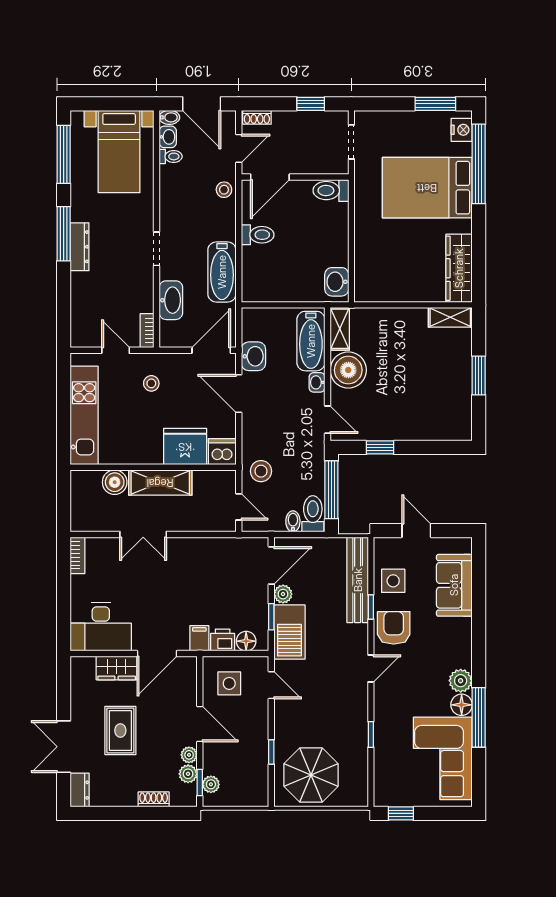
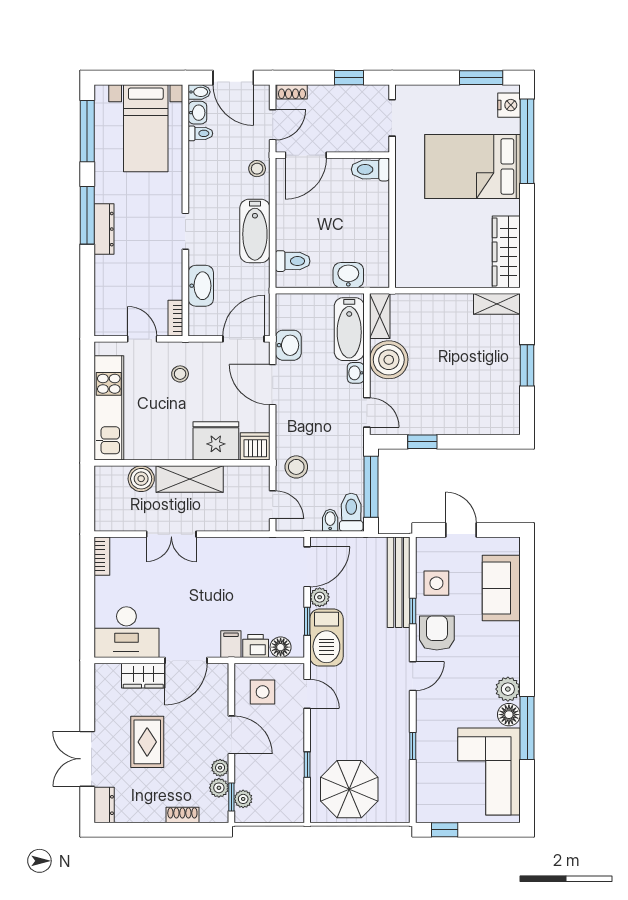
toilet: (258, 235) -> (293, 261), moved
bathtub: (222, 272) -> (255, 231), moved
washbasin: (337, 282) -> (348, 275), moved, turned 90

